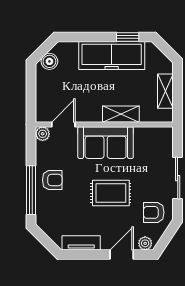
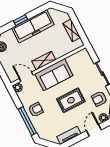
window: (128, 37) -> (21, 20), moved
shelving: (121, 114) -> (44, 61), moved
door: (63, 124) -> (26, 77), hinge flipped

